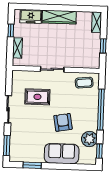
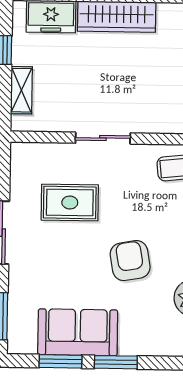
sofa: (62, 154) -> (78, 332), moved
window: (56, 166) -> (116, 362), added

